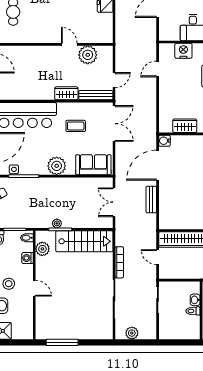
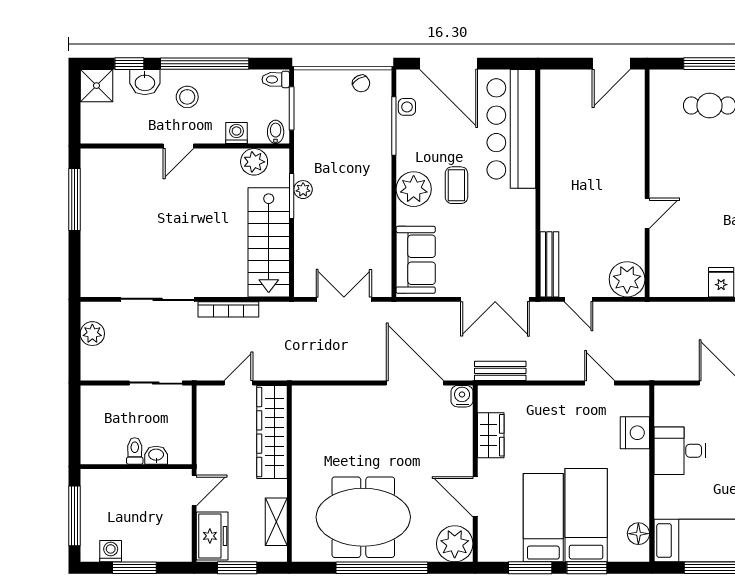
plant: (88, 55) -> (627, 279), moved
wardrobe: (66, 93) -> (553, 208), removed
coffee table: (76, 126) -> (456, 185), moved
bench: (151, 200) -> (500, 371), moved

